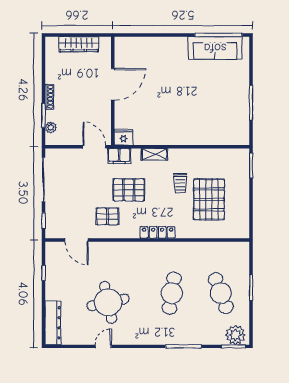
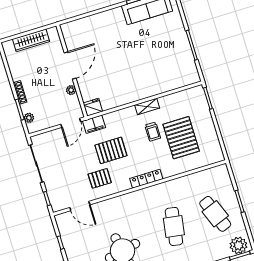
plant: (106, 111) -> (71, 90), added
door: (94, 147) -> (71, 123), swing flipped
shelving: (154, 154) -> (147, 106), moved

